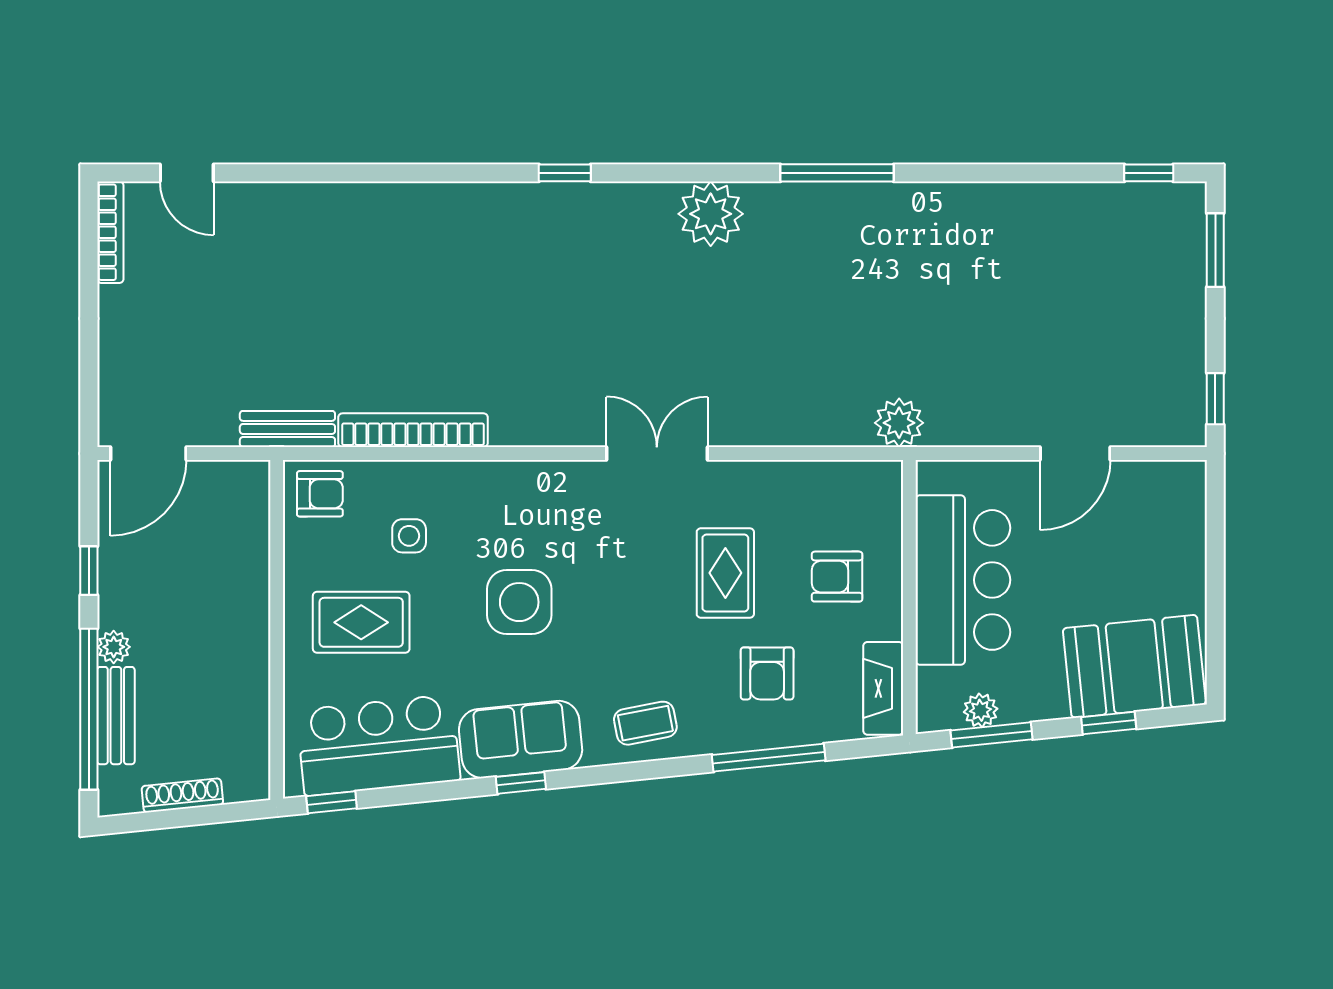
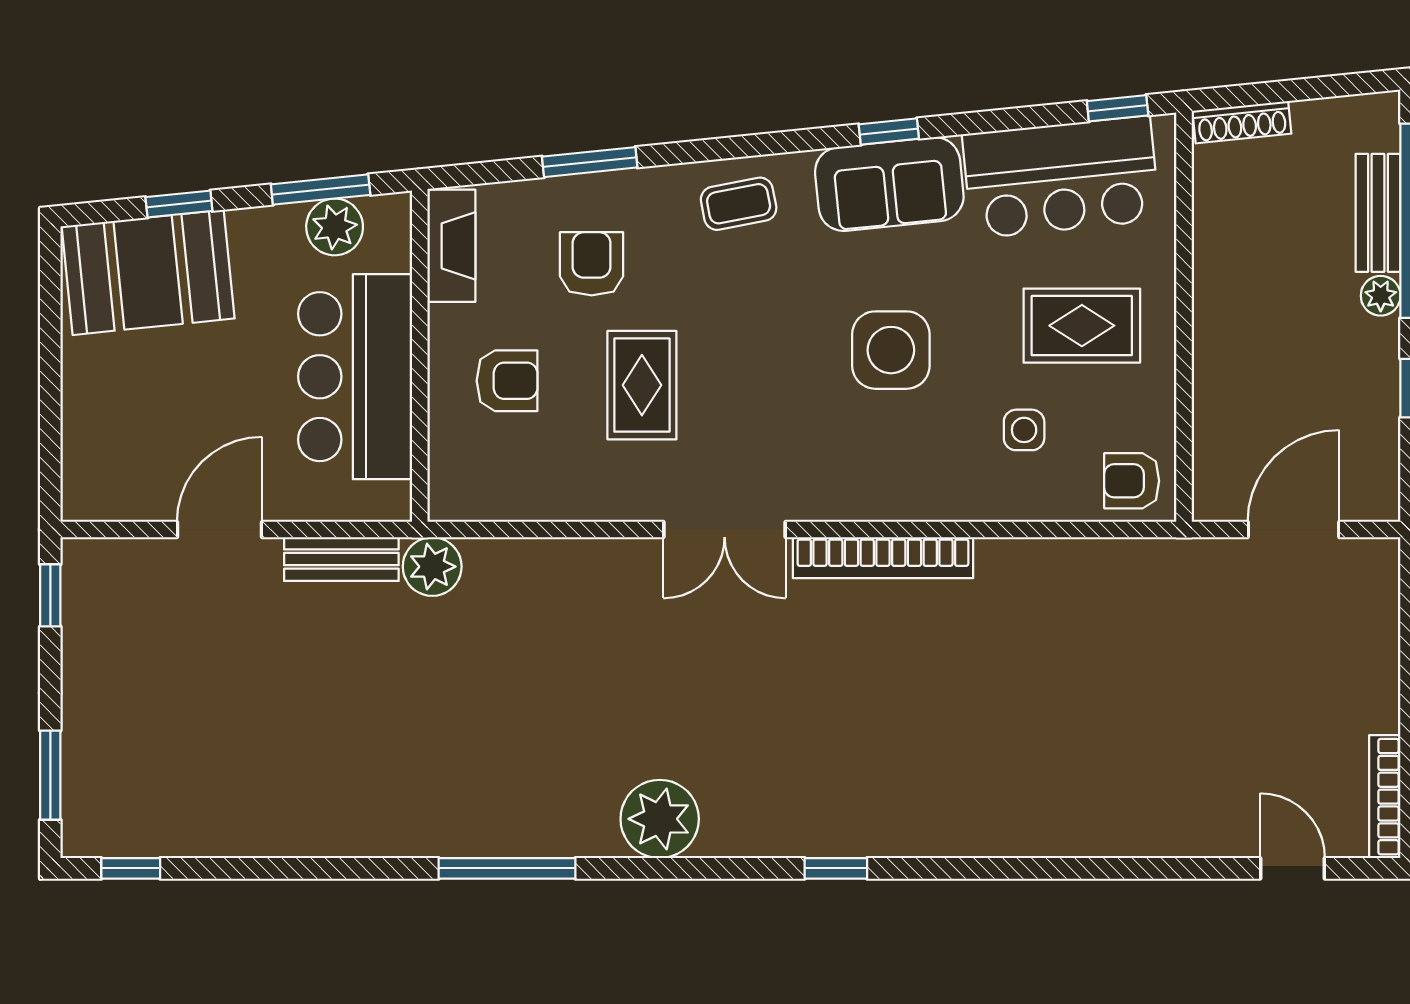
bench: (287, 429) -> (341, 559), moved
bookcase: (413, 430) -> (883, 558), moved
door: (148, 453) -> (1293, 530), moved
plant: (981, 710) -> (335, 227), width x1.38, depth x1.38
window: (769, 758) -> (590, 162), width x0.69
shoe rack: (182, 795) -> (1242, 122), moved

